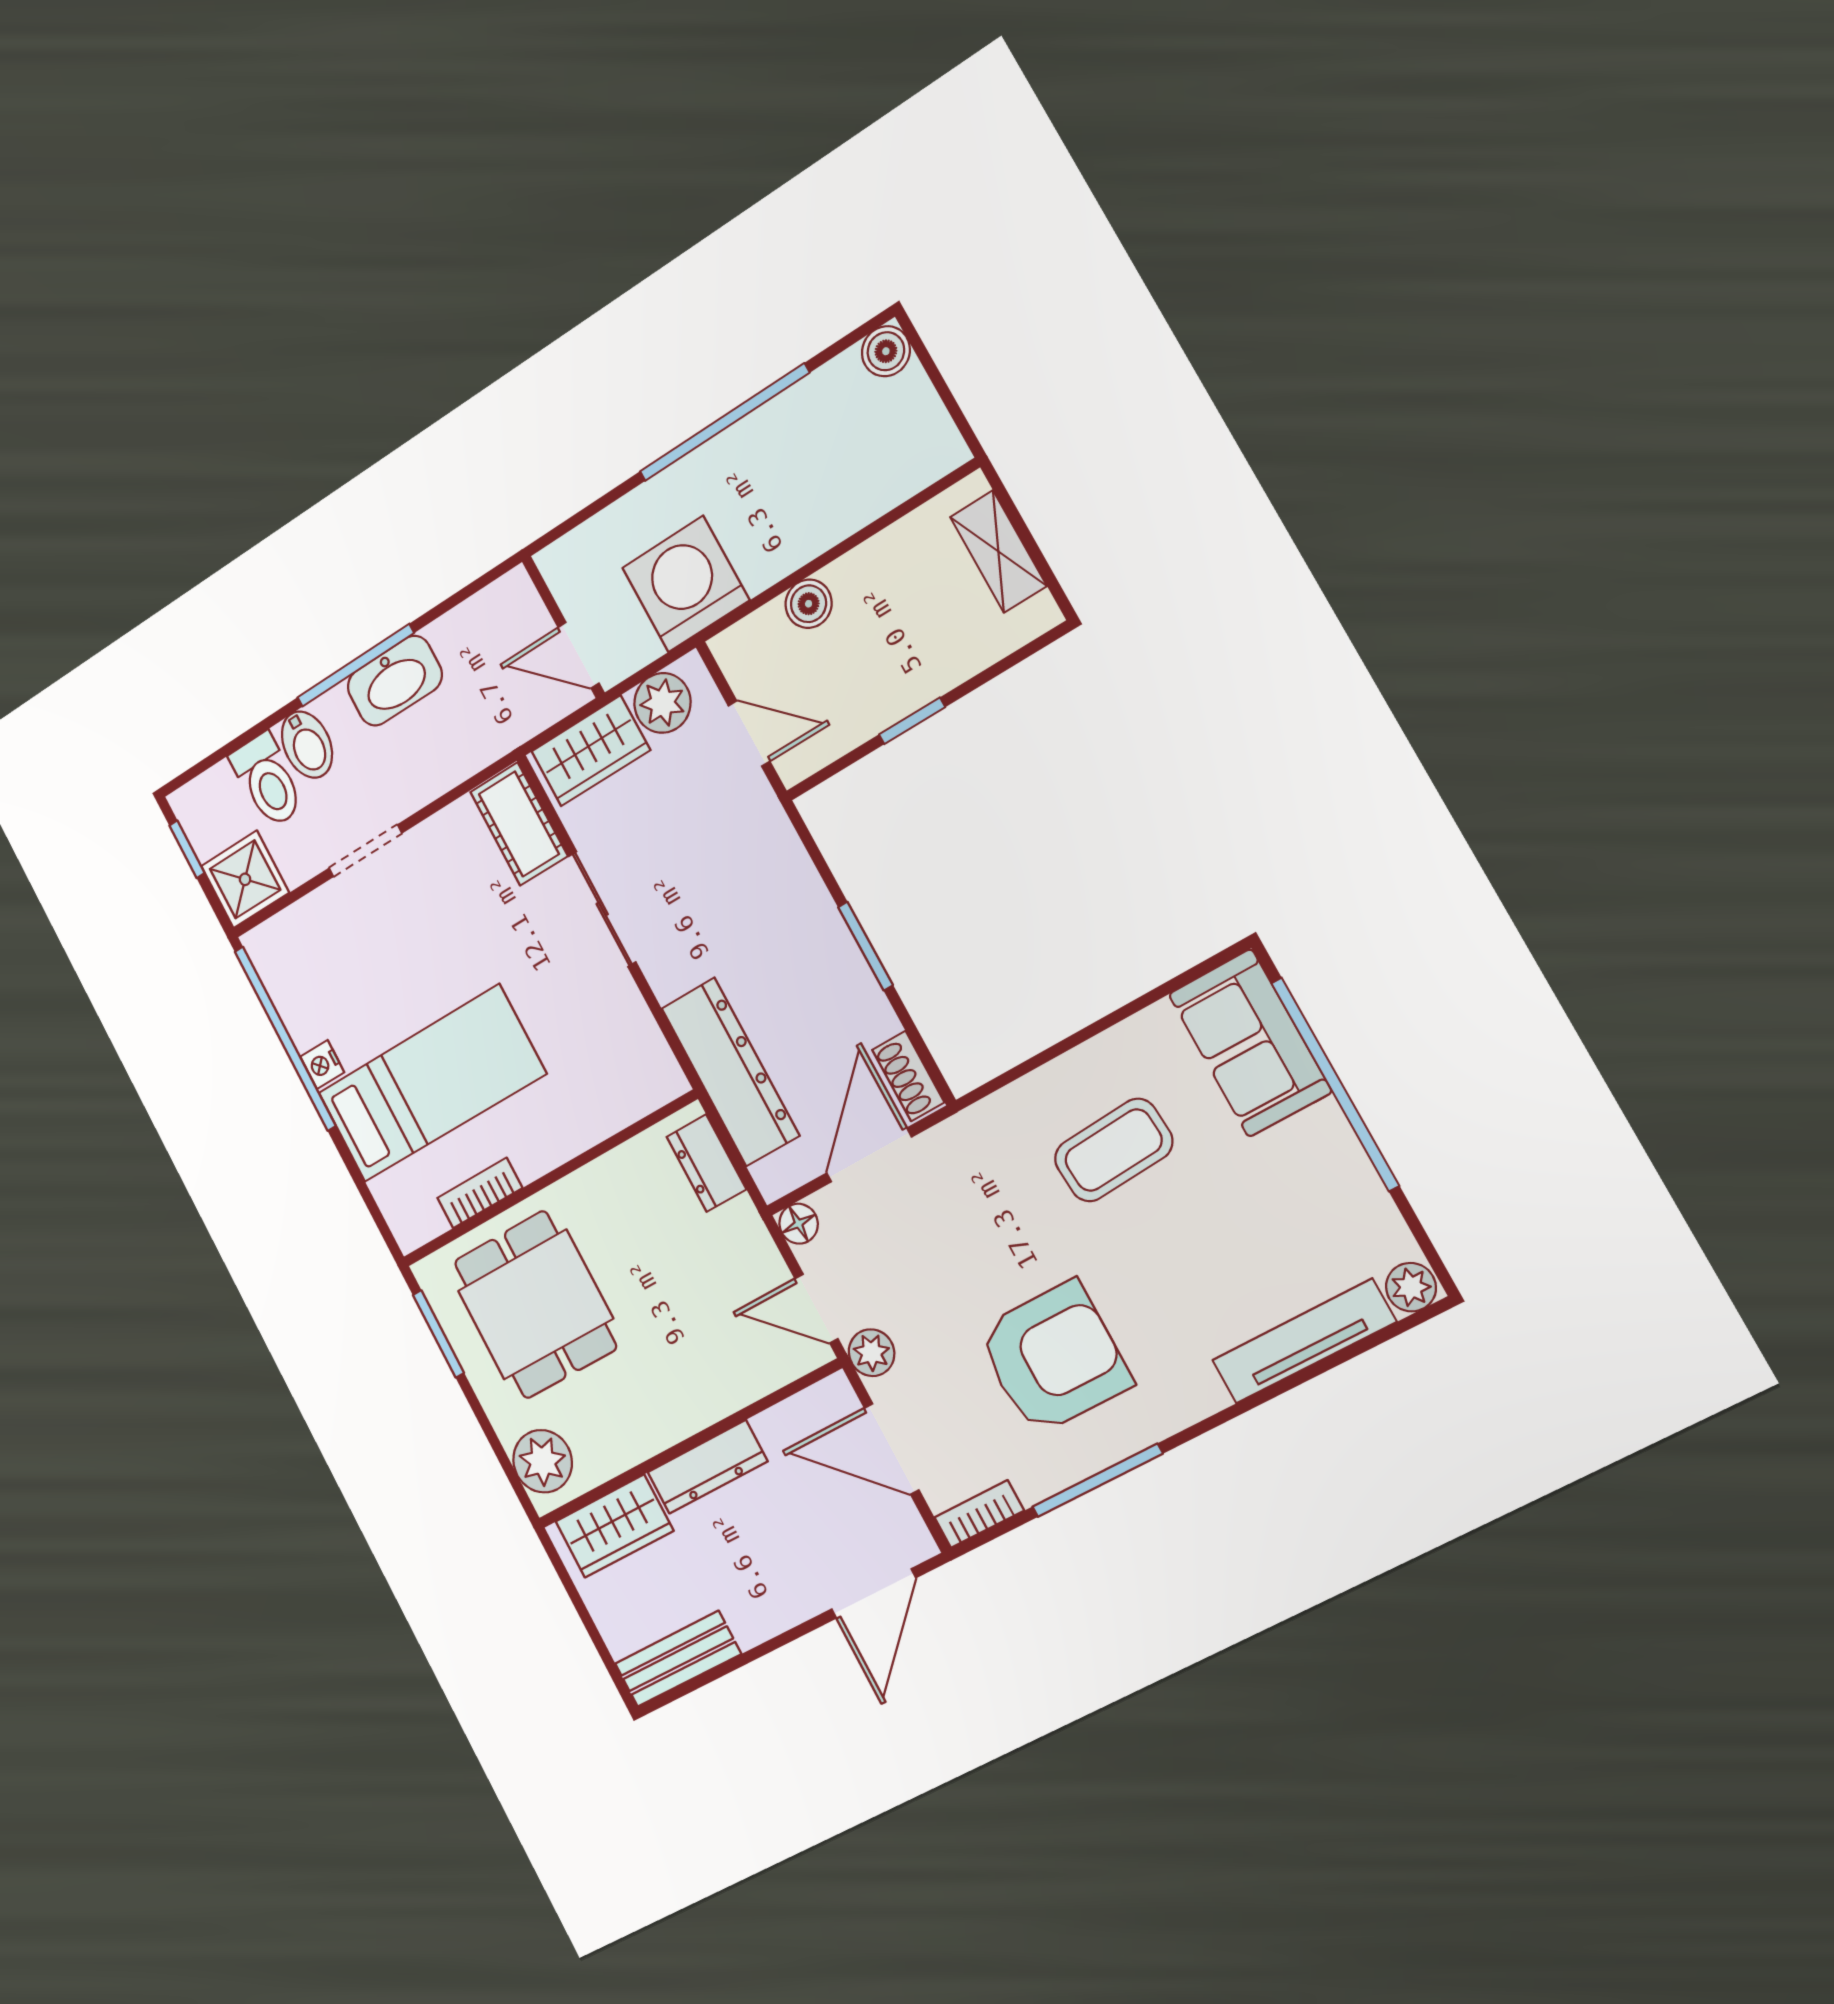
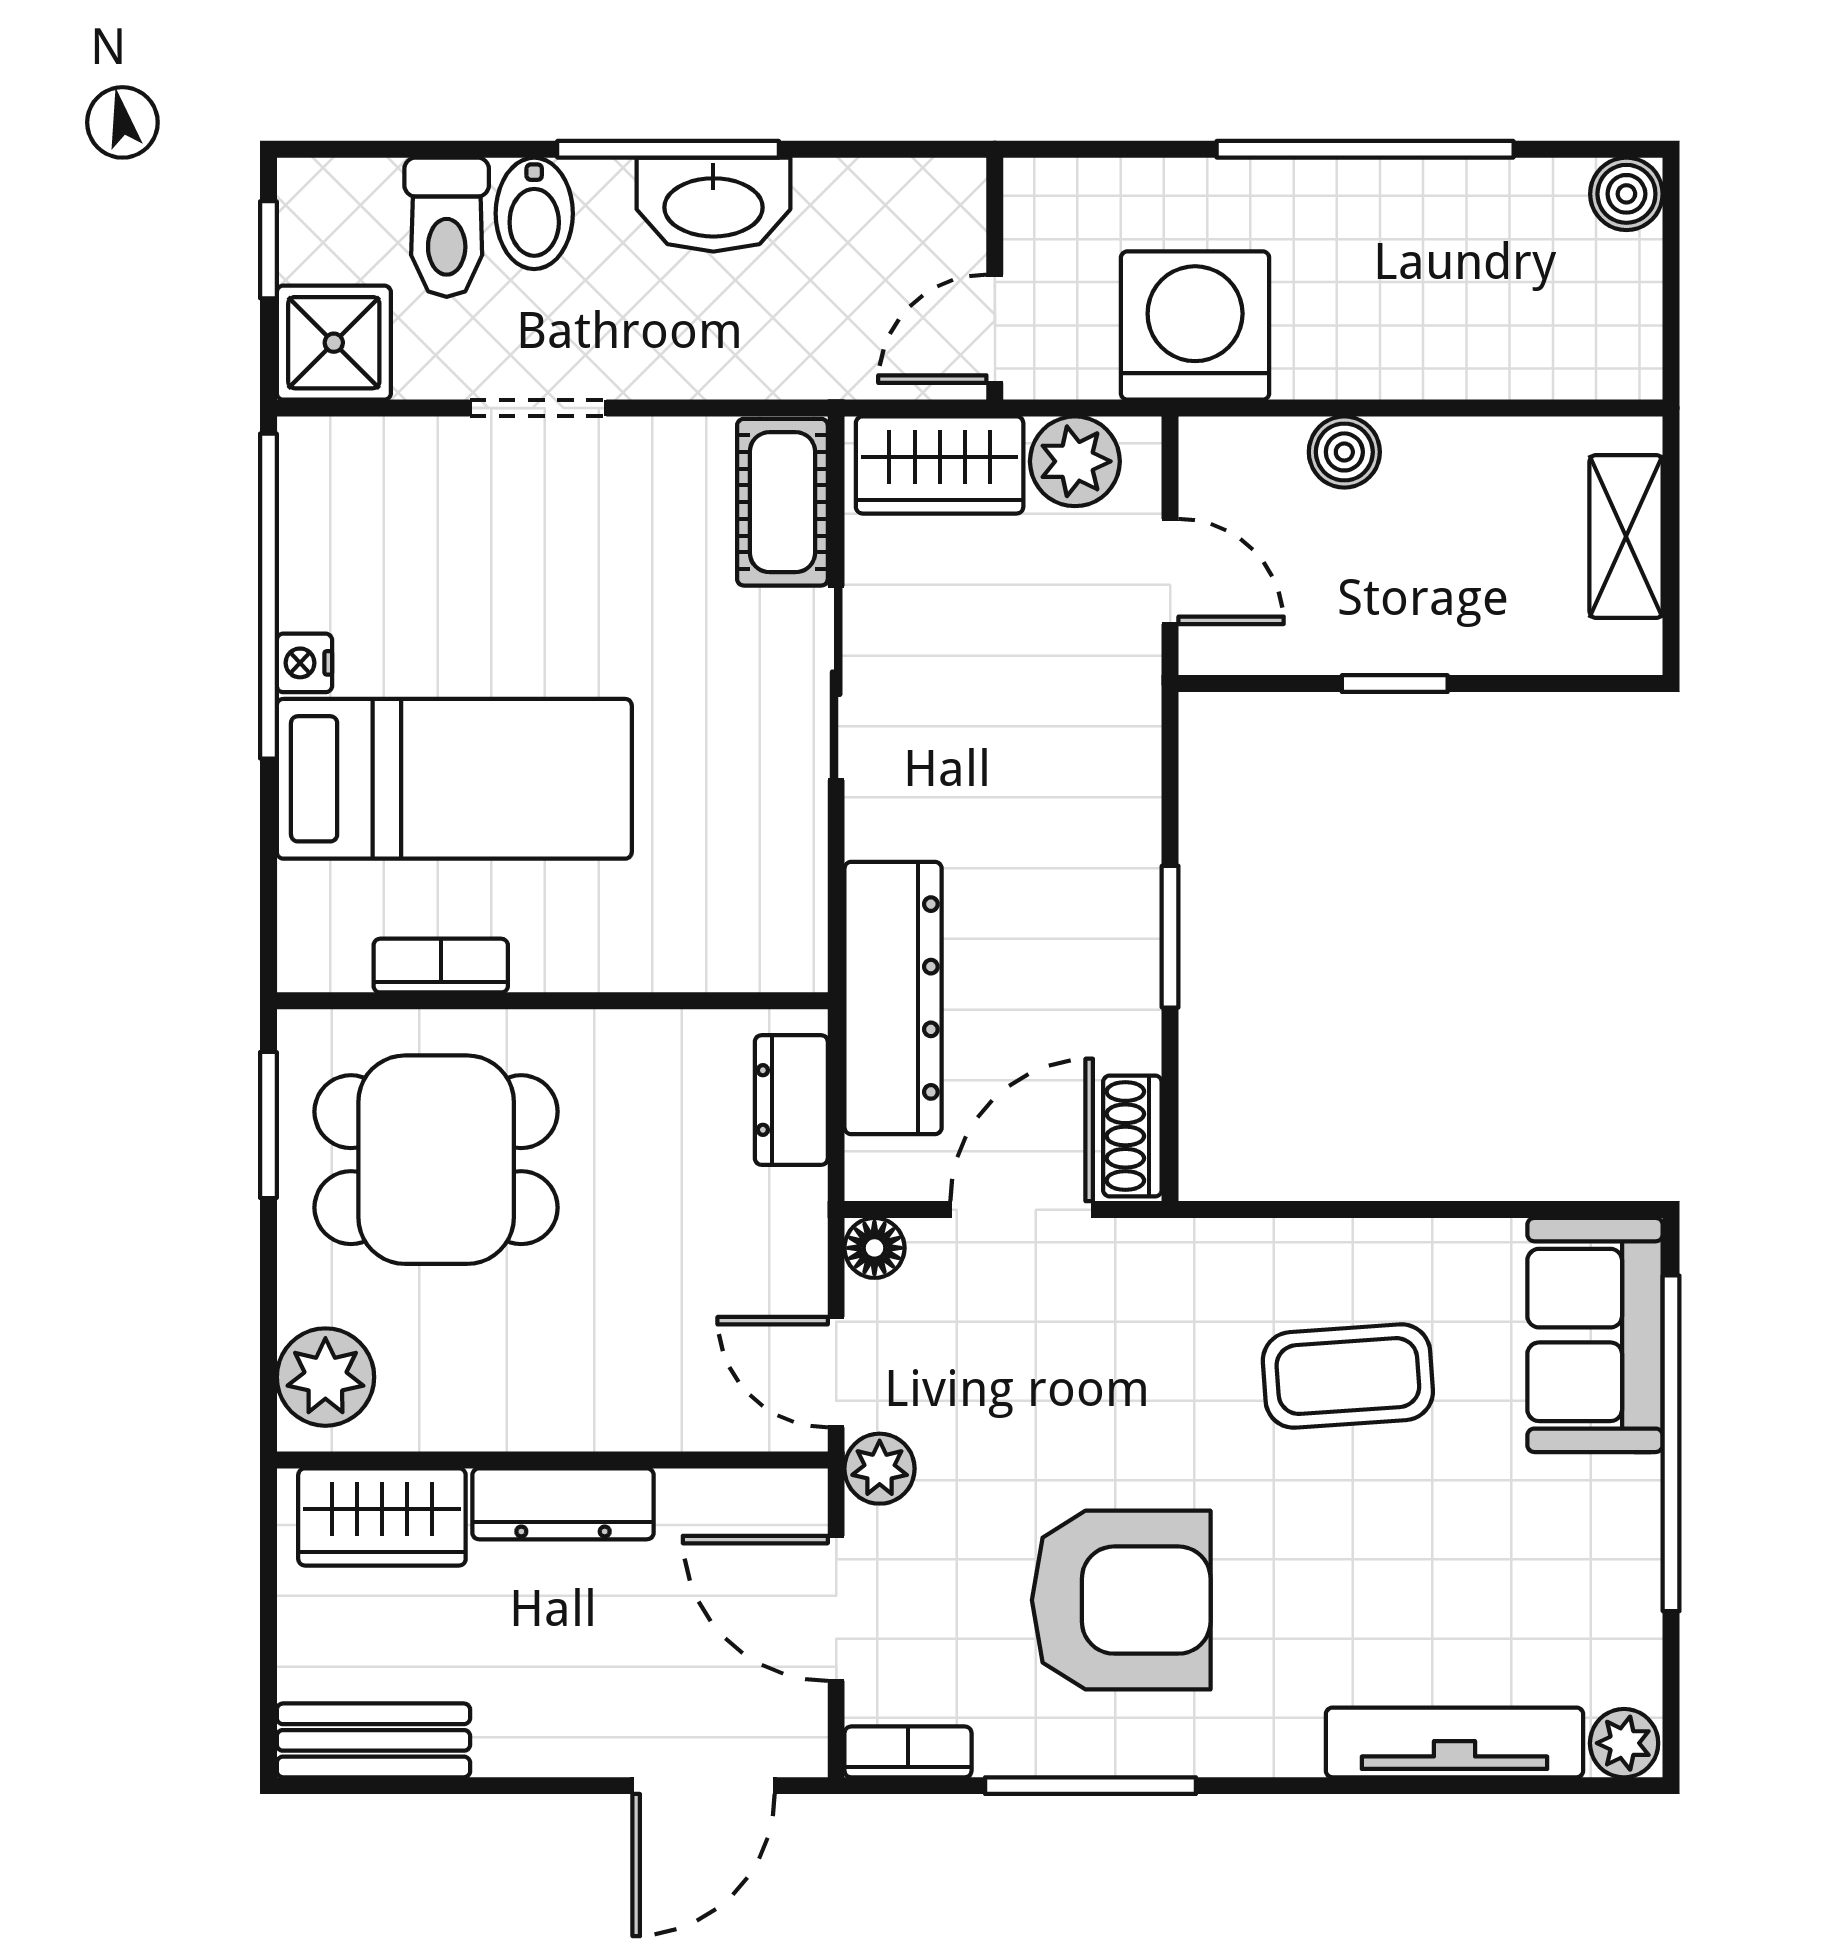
door: (579, 655) -> (995, 329), hinge flipped
dining table: (535, 1305) -> (436, 1160), turned 90

